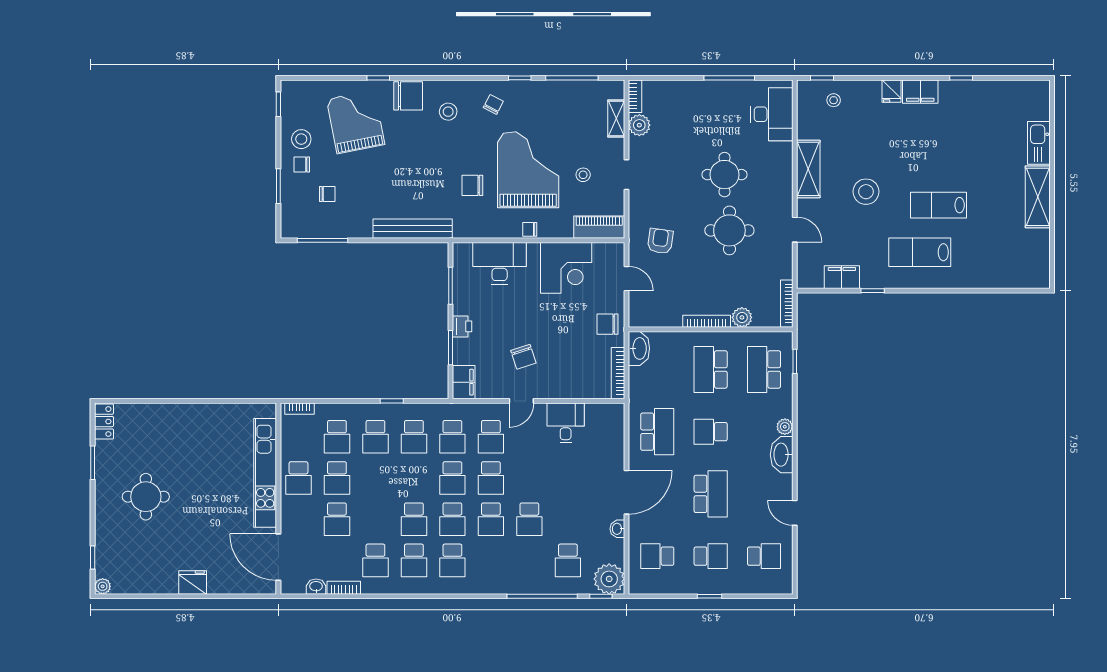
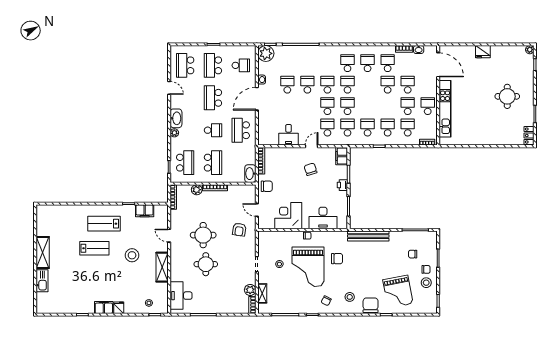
chair: (408, 96) -> (371, 305), turned 90
piano: (599, 227) -> (271, 237), removed
lab bench: (920, 252) -> (104, 224), turned 180
school desk: (414, 519) -> (388, 85), moved
school desk: (711, 556) -> (213, 65), width x1.85
school desk: (764, 556) -> (185, 65), width x1.85
school desk: (568, 560) -> (287, 85), moved

